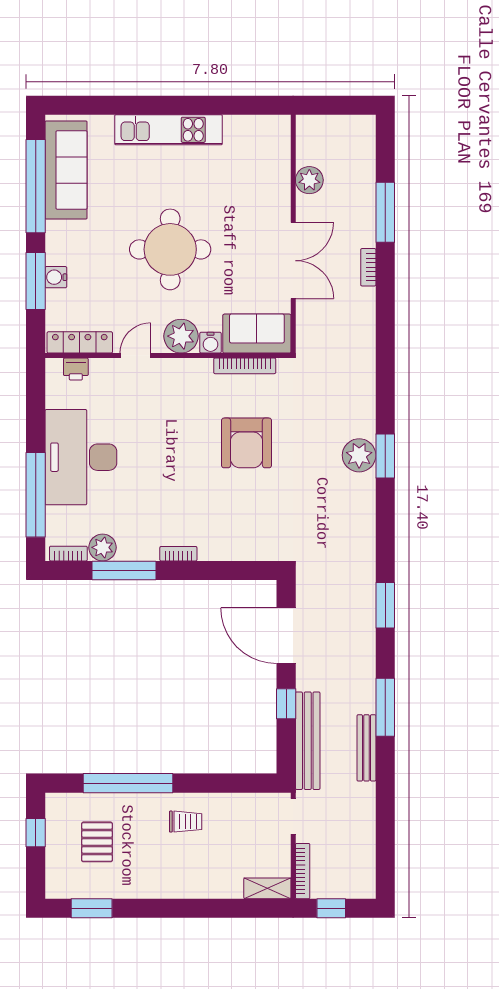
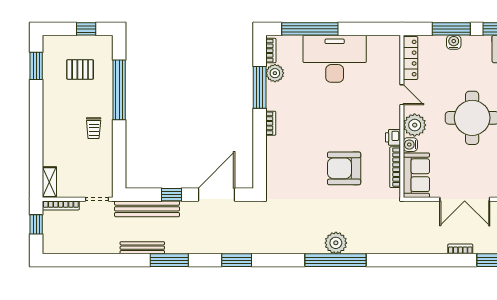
printer: (76, 369) -> (393, 137), moved
window: (385, 456) -> (335, 260), width x2.11

